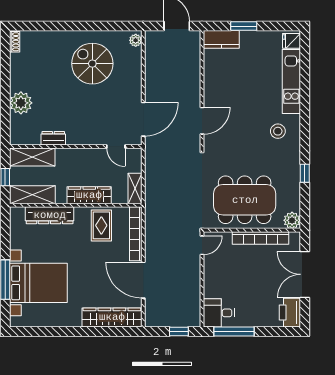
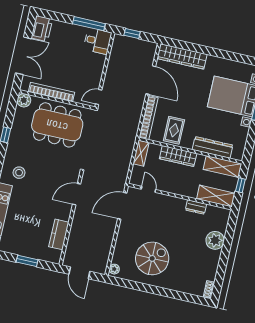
kitchen counter: (221, 39) -> (59, 234), moved, turned -90
spiral stairs: (92, 64) -> (152, 258), turned -90

